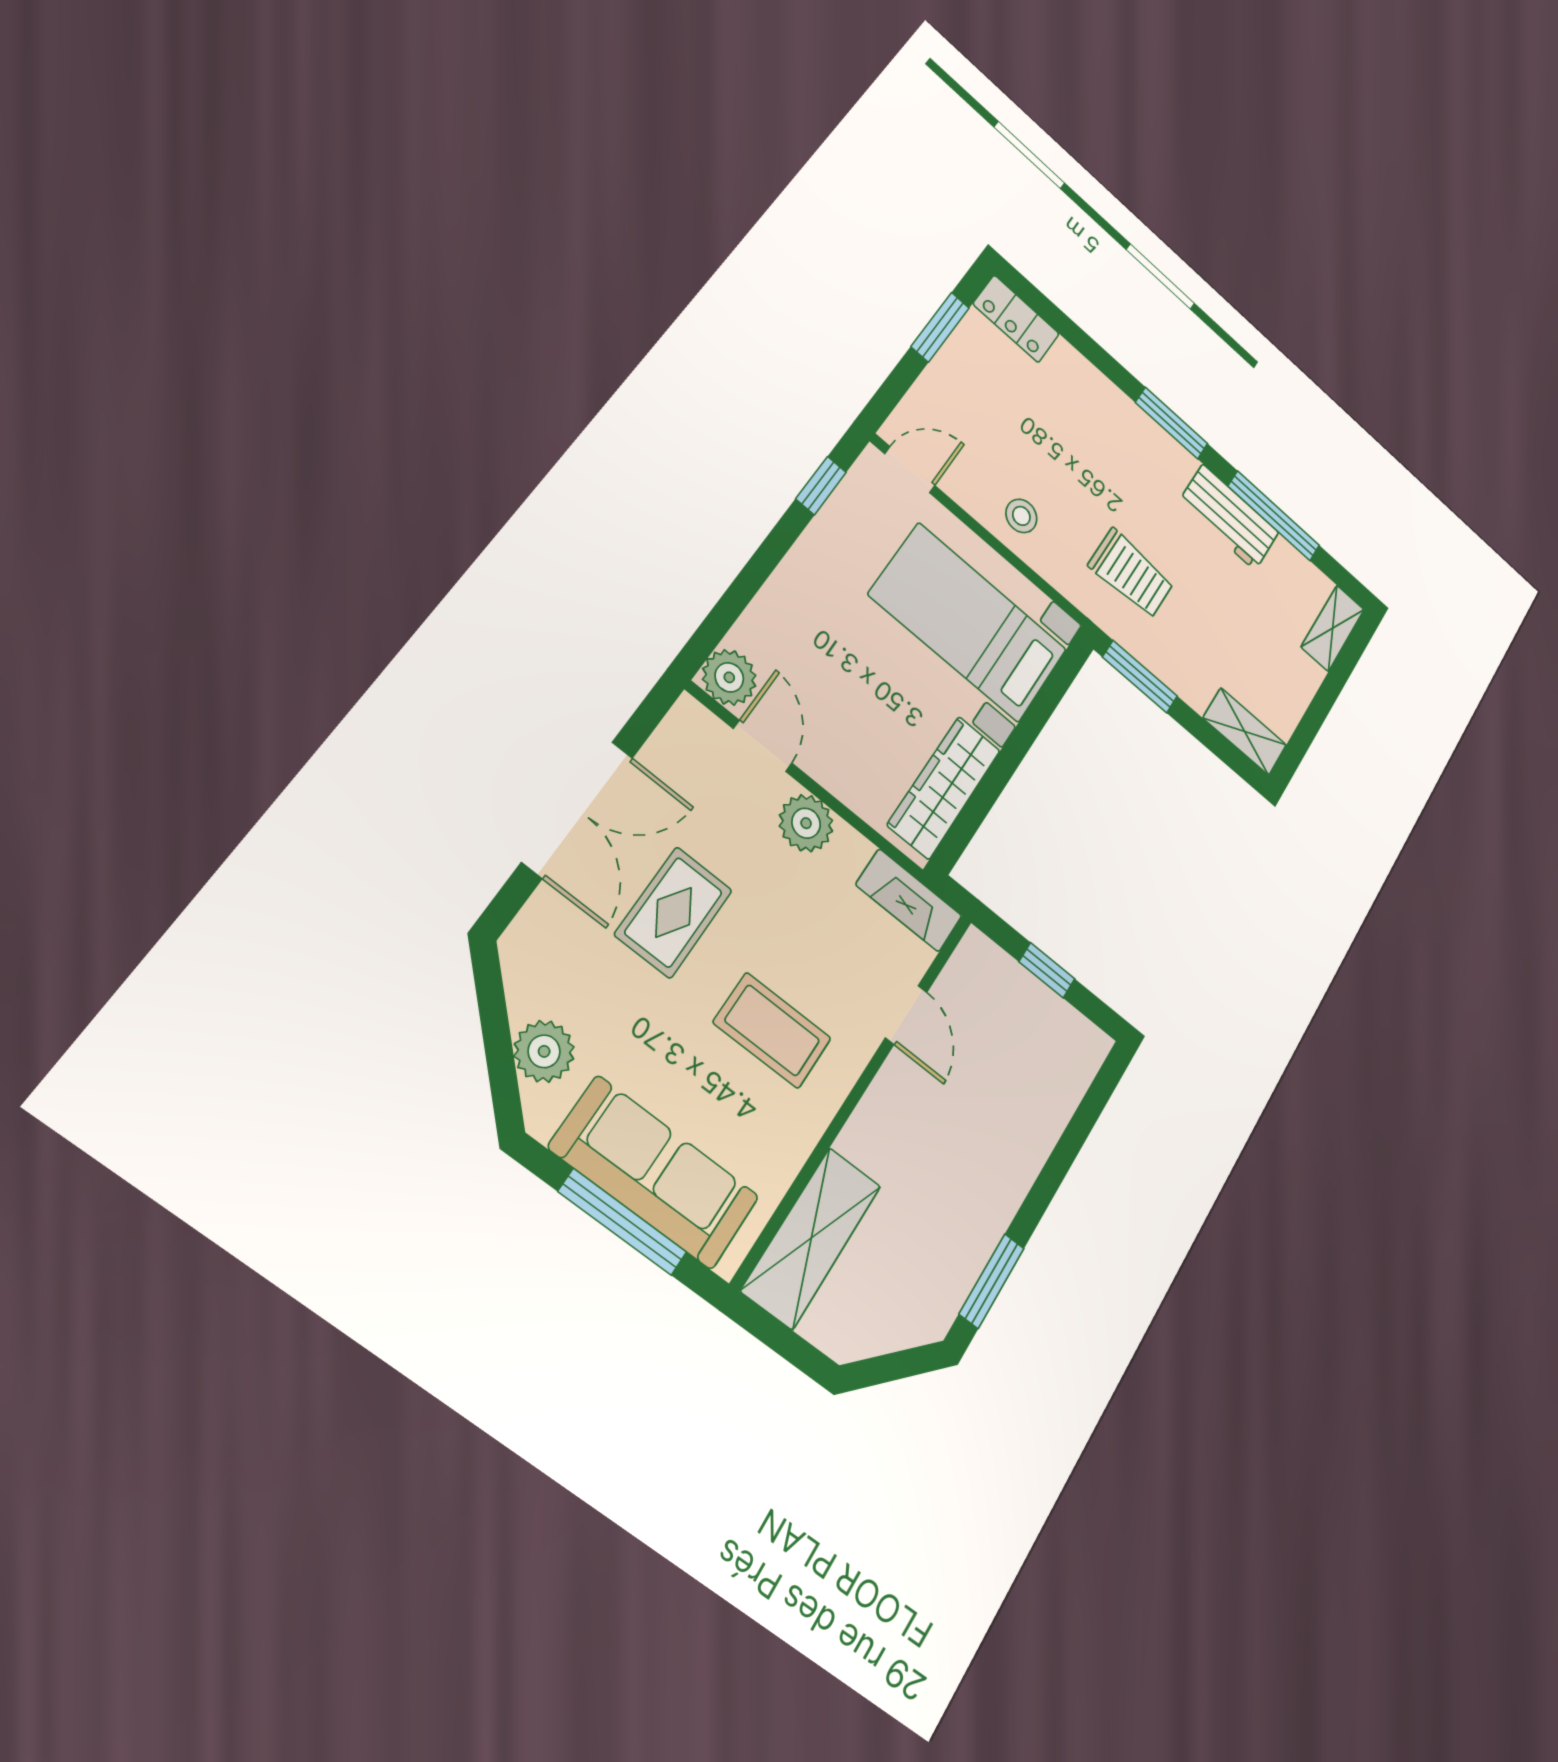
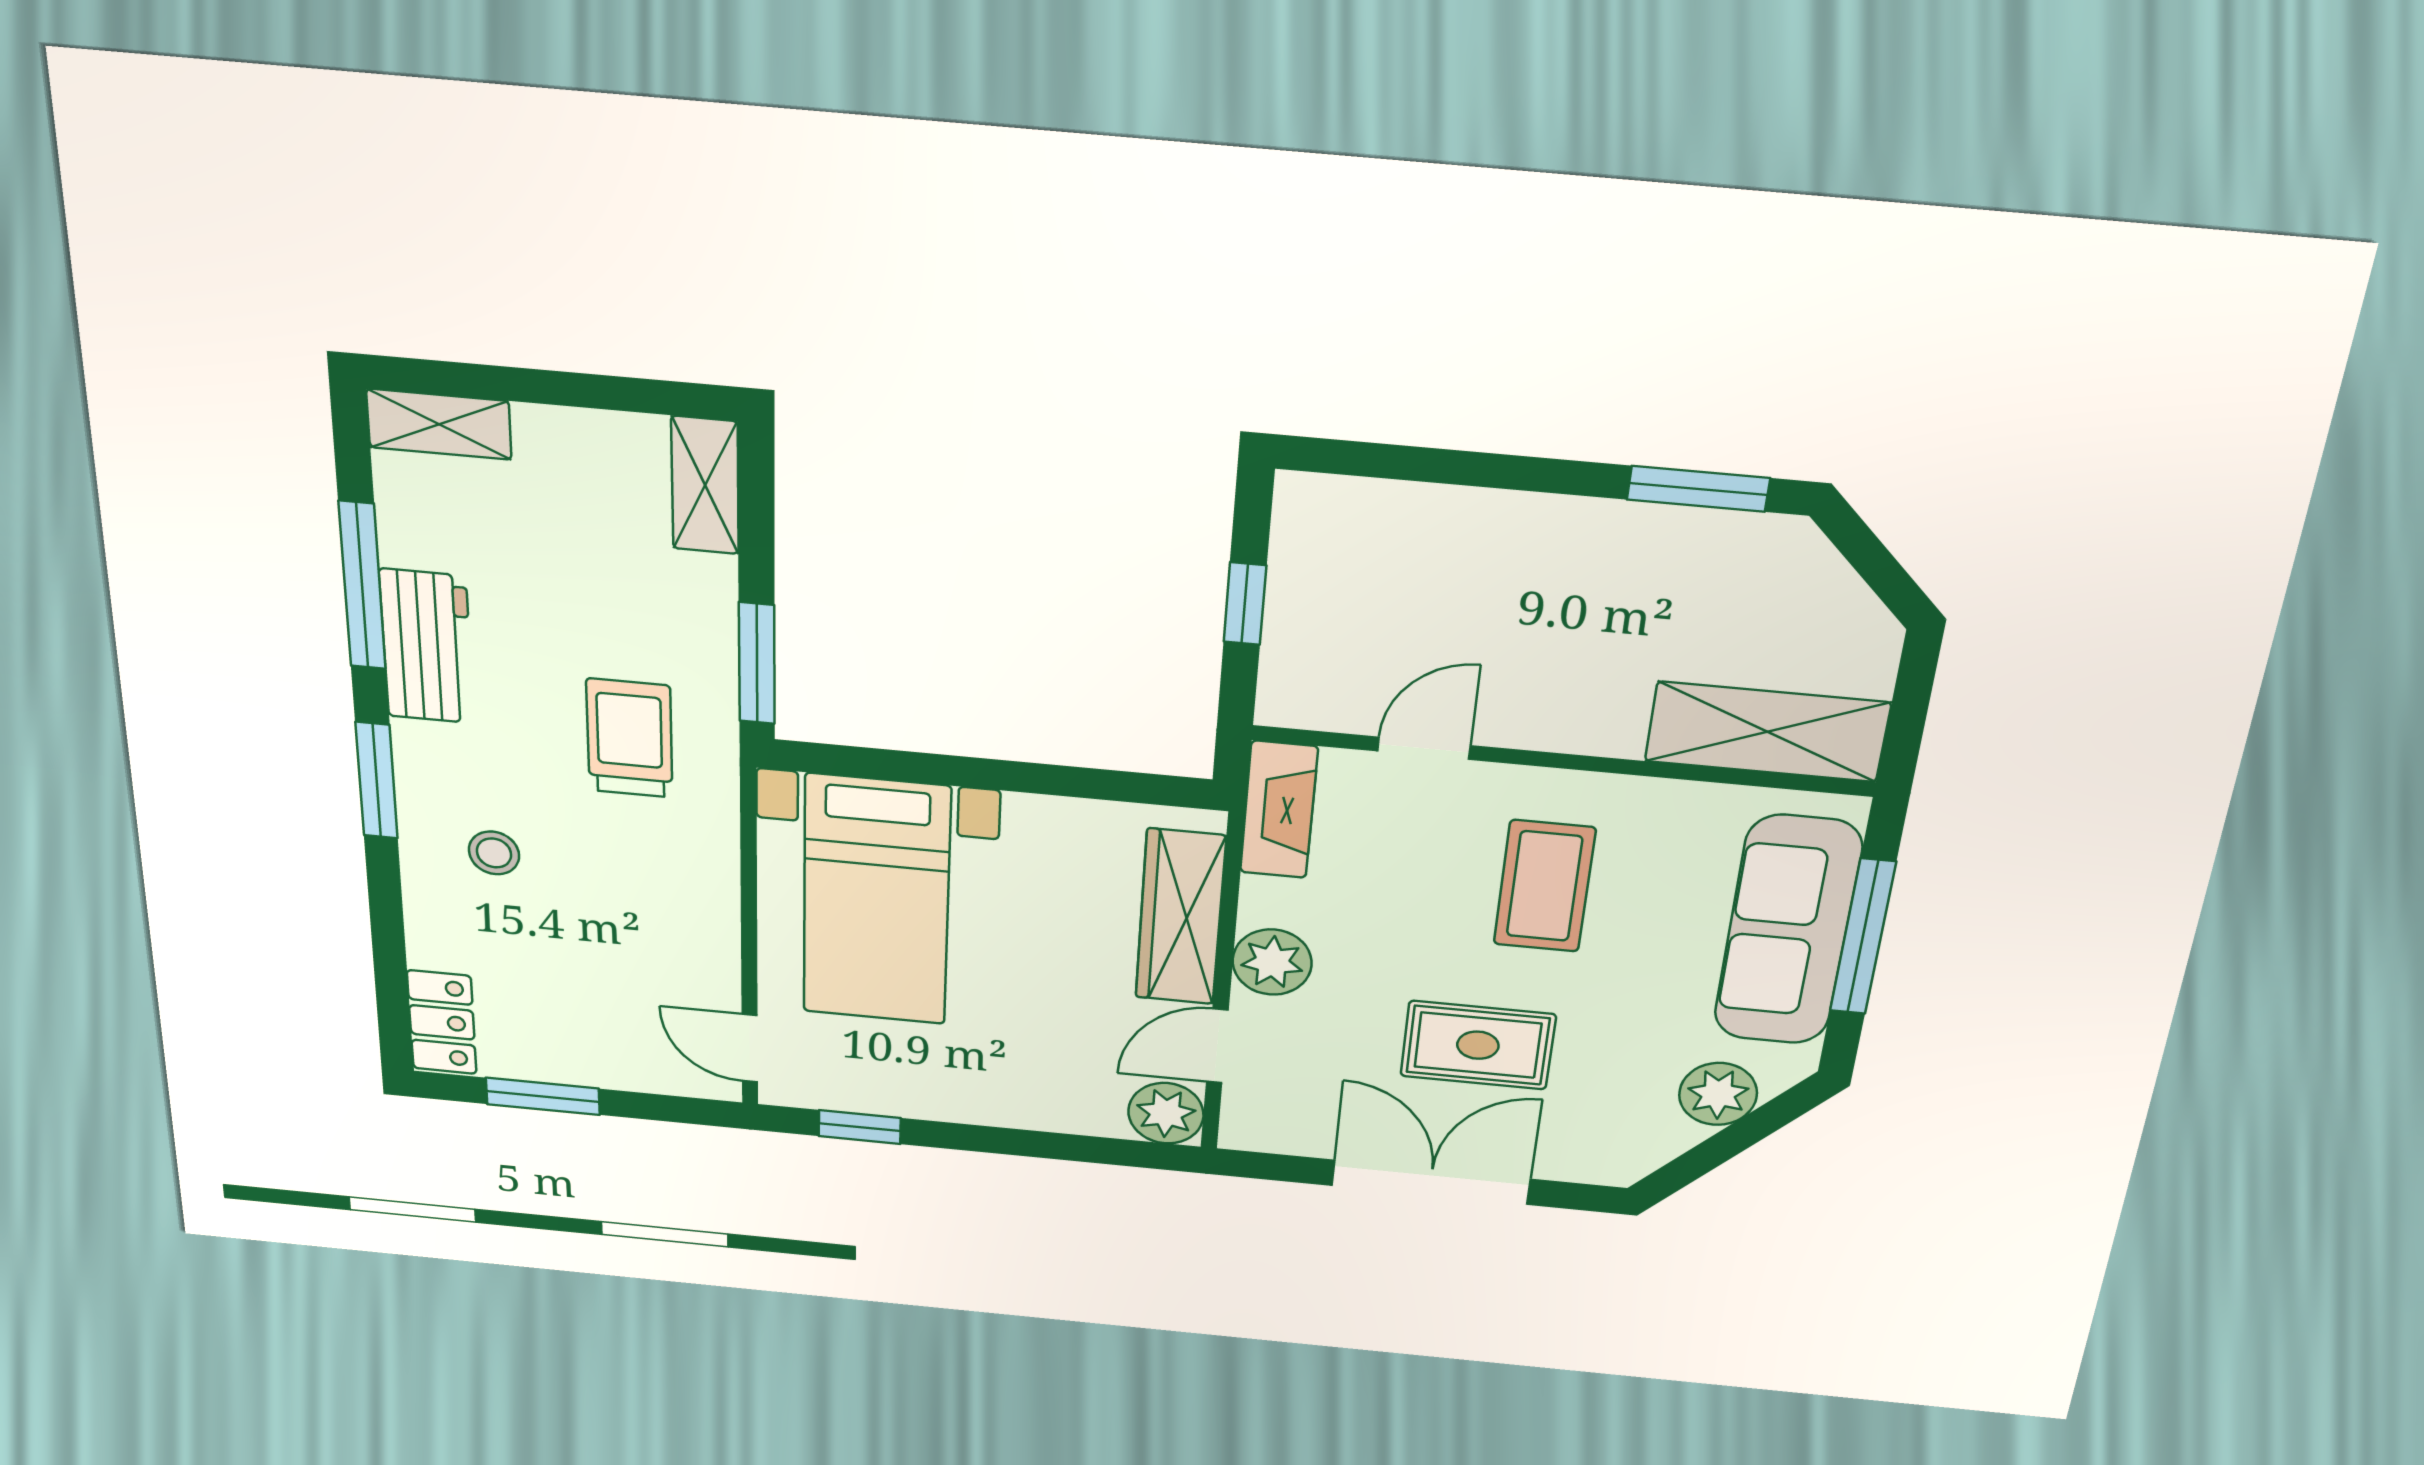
stool: (1021, 516) -> (494, 853), moved
wardrobe: (944, 788) -> (1180, 917), moved, turned 90

